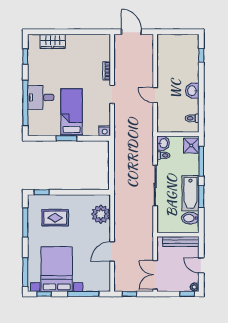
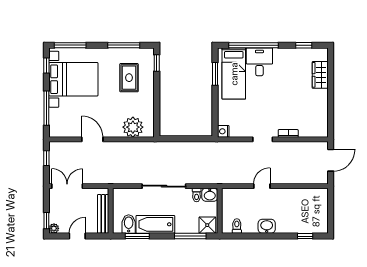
bed: (72, 112) -> (234, 74), moved, turned 90
window: (66, 138) -> (215, 74), moved
window: (201, 197) -> (137, 236), moved

